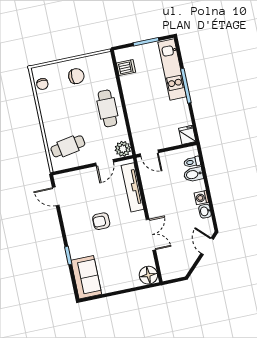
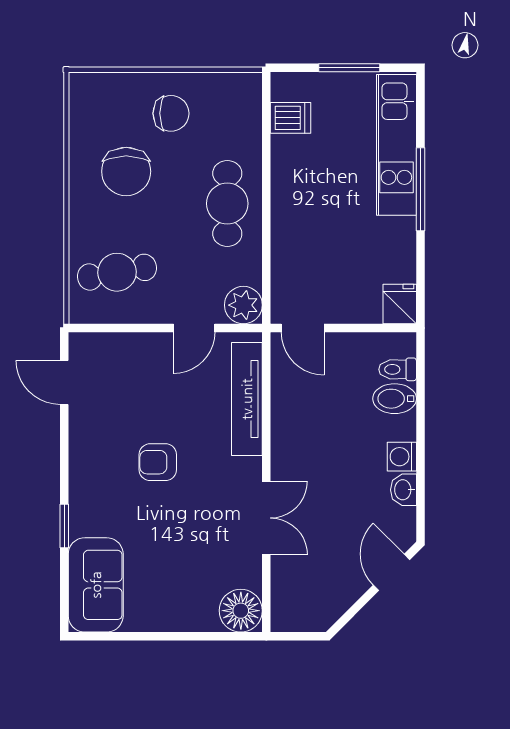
chair: (42, 84) -> (126, 171), moved, width x1.87, depth x1.87

